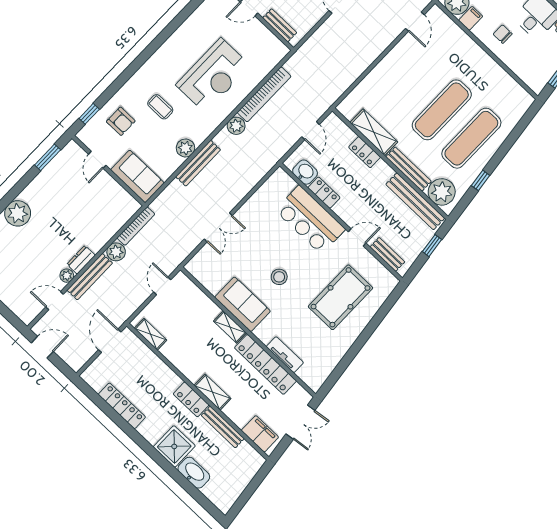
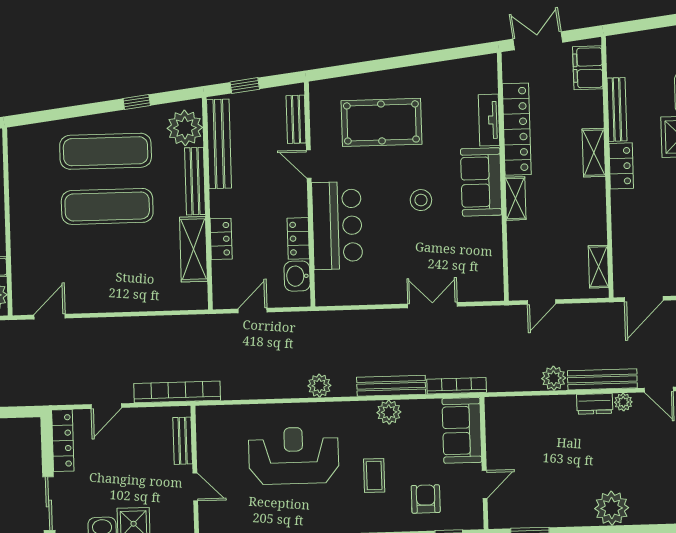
bookcase: (264, 94) -> (177, 392), moved
bookcase: (136, 226) -> (457, 386), moved
sofa: (243, 304) -> (481, 182), moved

